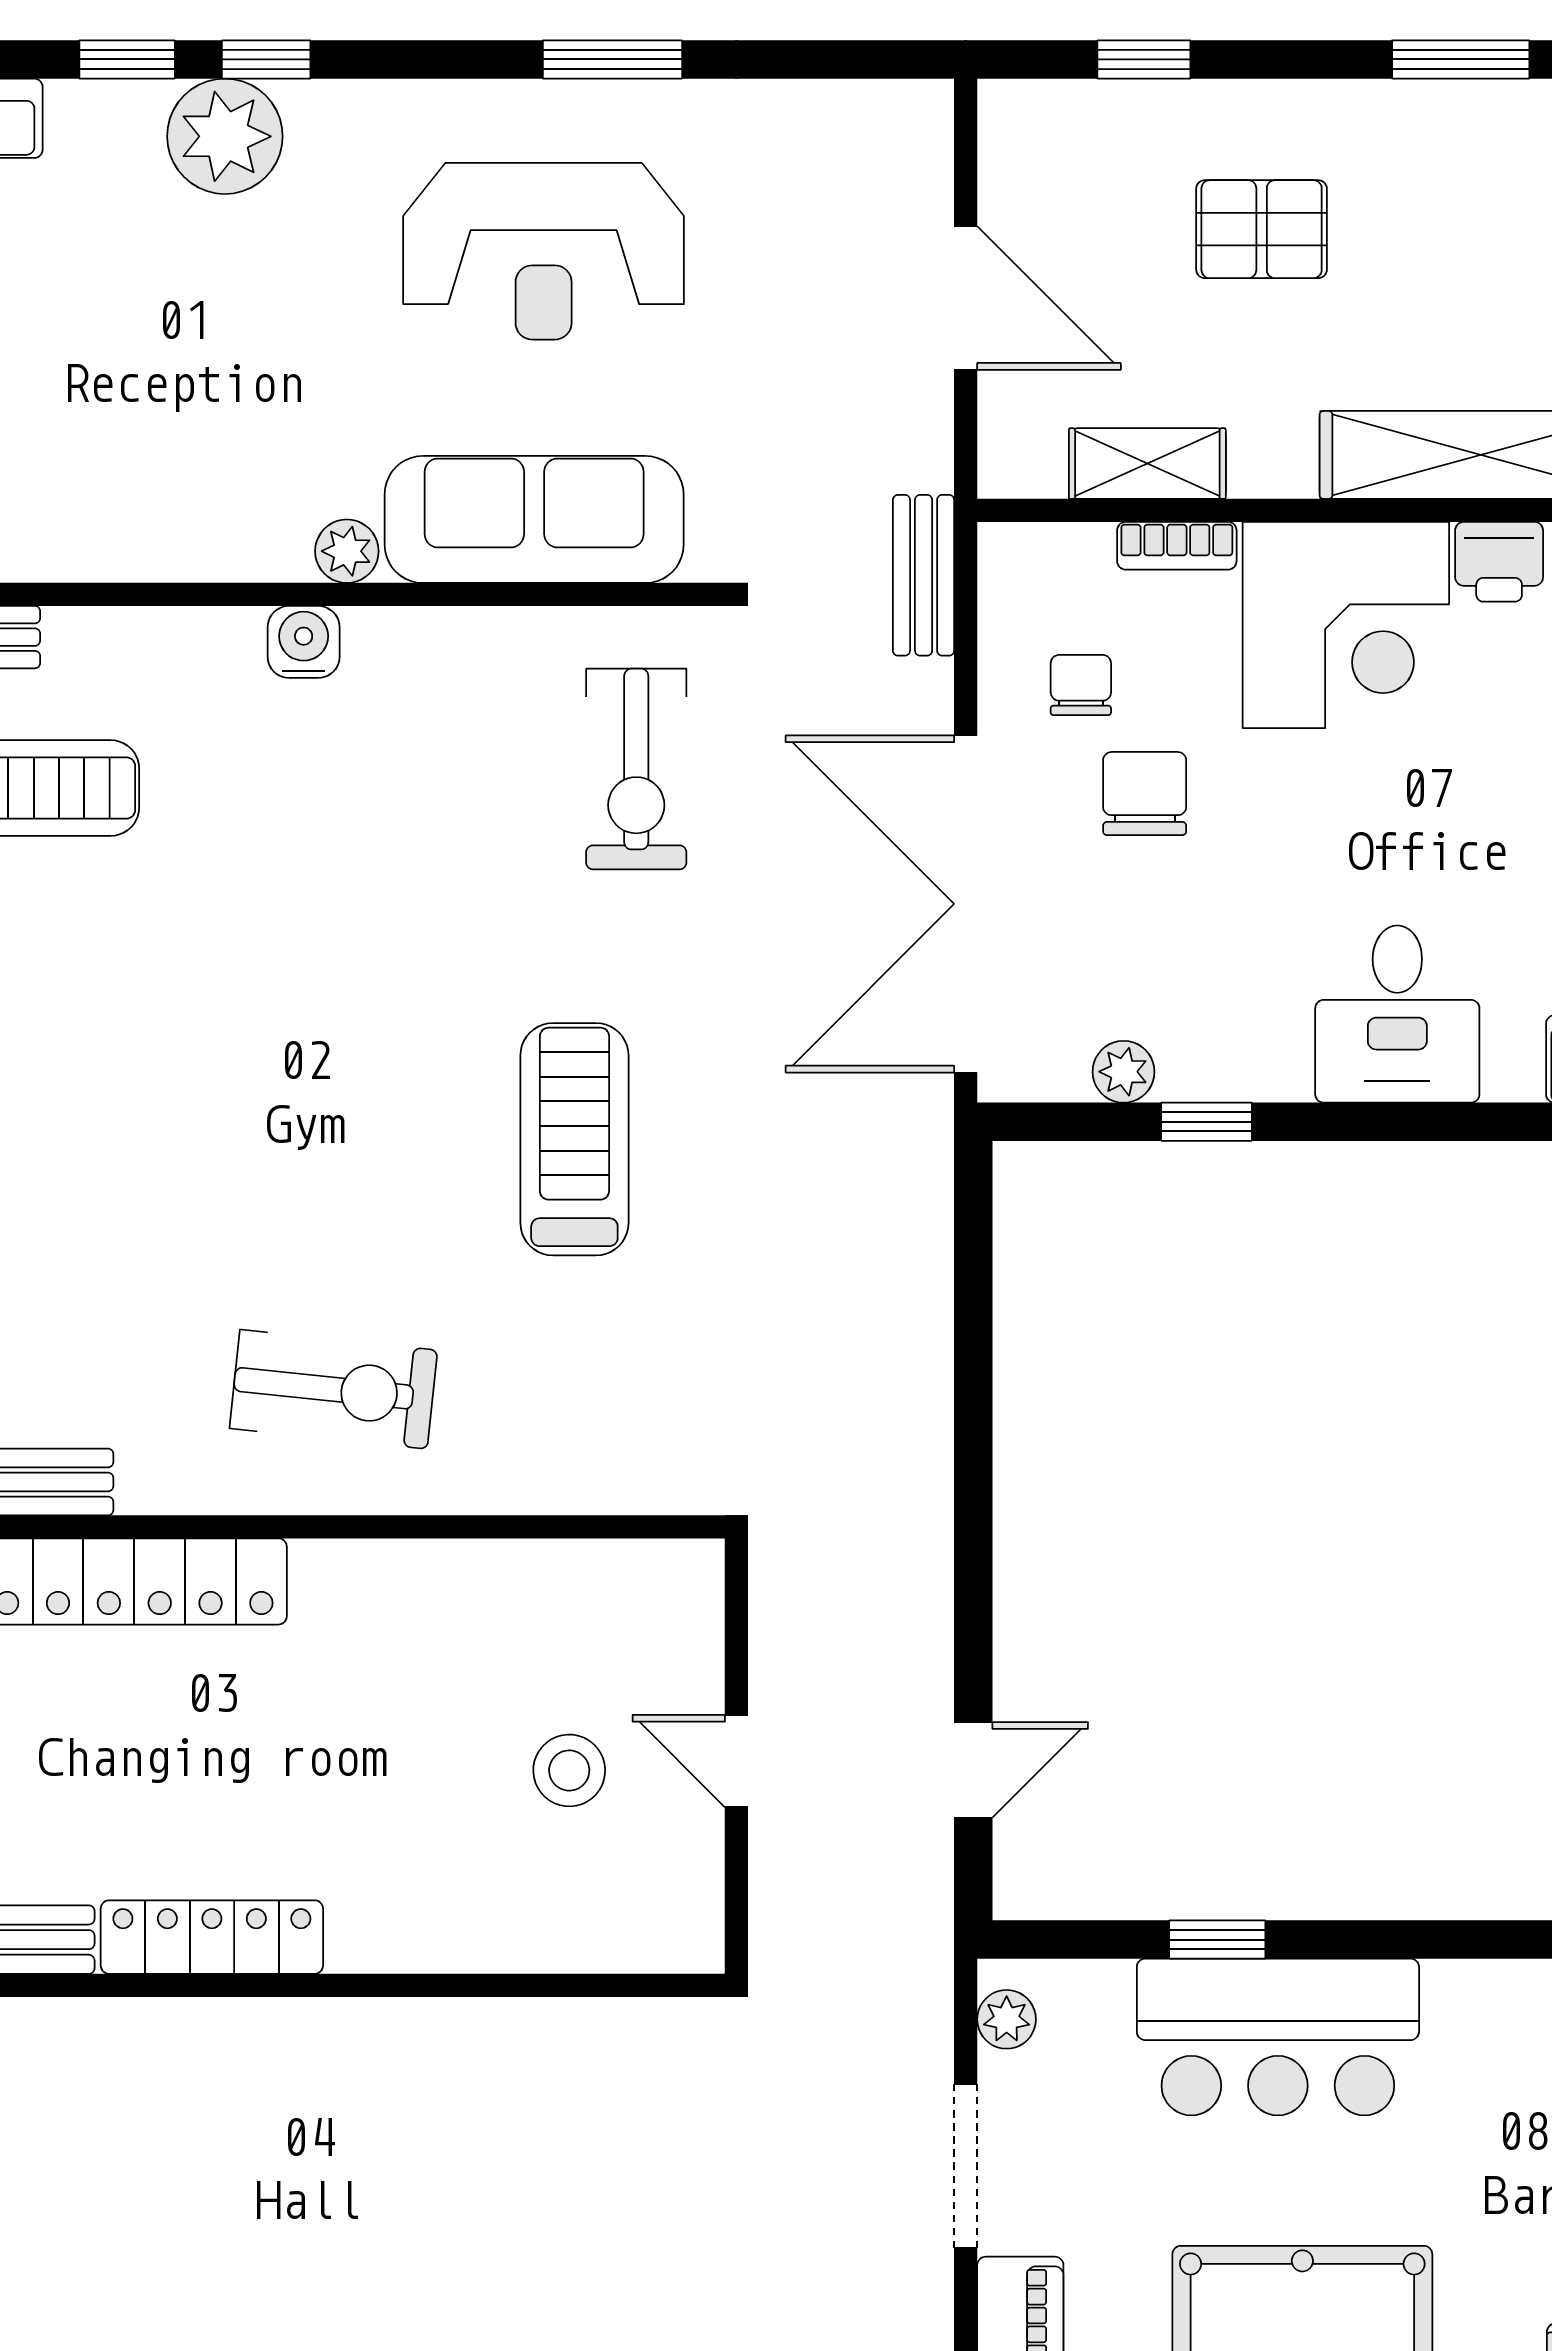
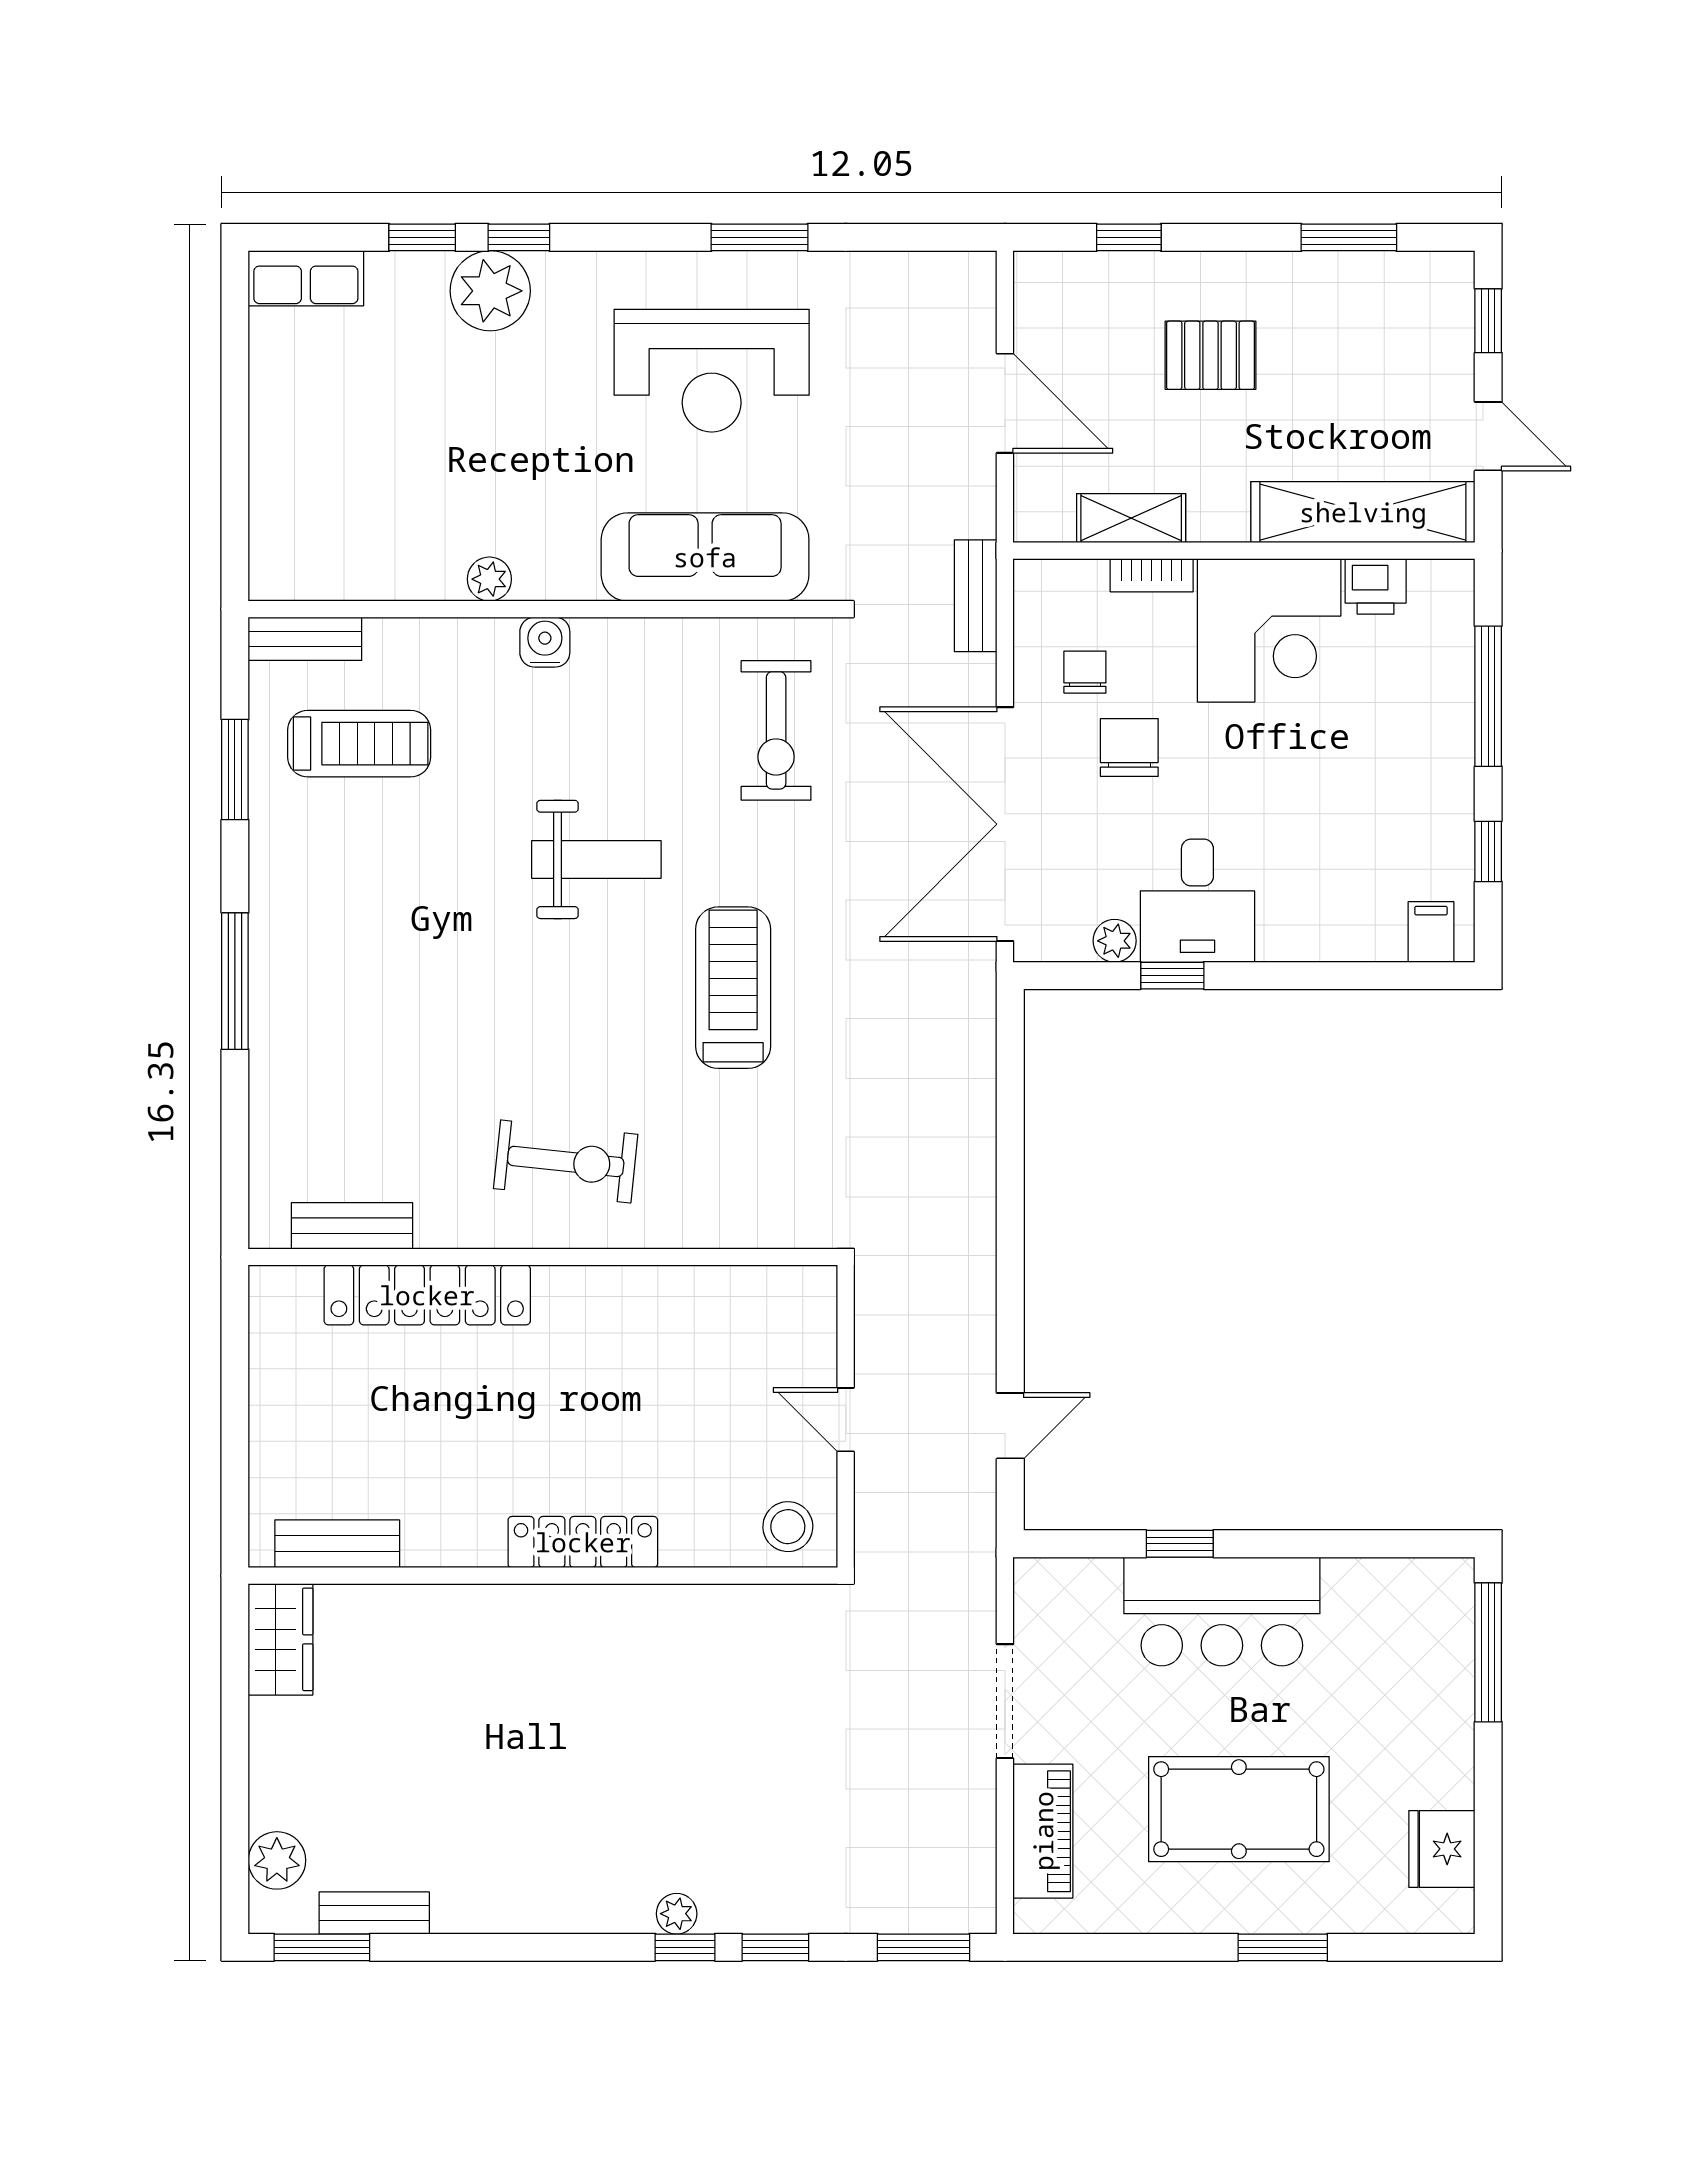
plant: (347, 551) -> (489, 579), moved
weight bench: (378, 955) -> (596, 859), added
desk: (1397, 1014) -> (1197, 901), moved
stool: (569, 1770) -> (788, 1527), moved
locker: (212, 1937) -> (583, 1542), moved
plant: (1007, 2019) -> (1033, 1599), removed

